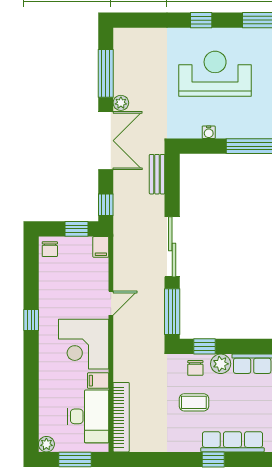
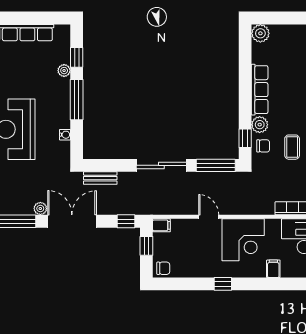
filing cabinet: (98, 381) -> (273, 269), moved, turned 180

